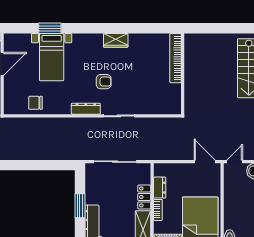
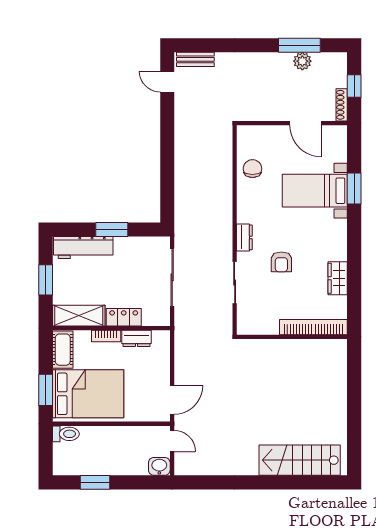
bookcase: (176, 58) -> (313, 327), moved
wall: (183, 74) -> (292, 337), moved
dresser: (86, 109) -> (244, 237), width x0.70

